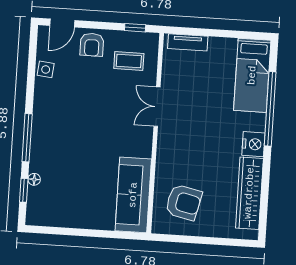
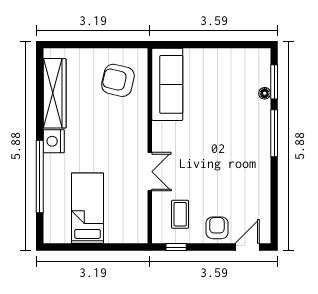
tv unit: (188, 42) -> (124, 236), removed
coffee table: (129, 61) -> (180, 214), turned 90
side table: (46, 69) -> (260, 201), removed
bed: (252, 75) -> (87, 208), moved
window: (24, 190) -> (274, 82), width x1.50

